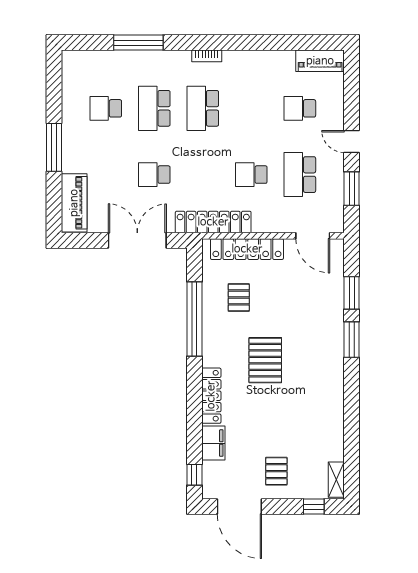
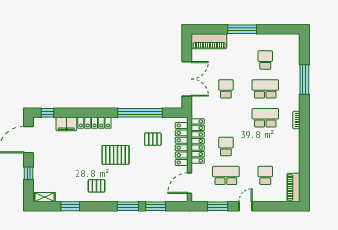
locker: (213, 222) -> (198, 141), moved
window: (352, 436) -> (70, 206), added
pallet: (276, 471) -> (97, 186), moved
window: (314, 507) -> (29, 173), moved

